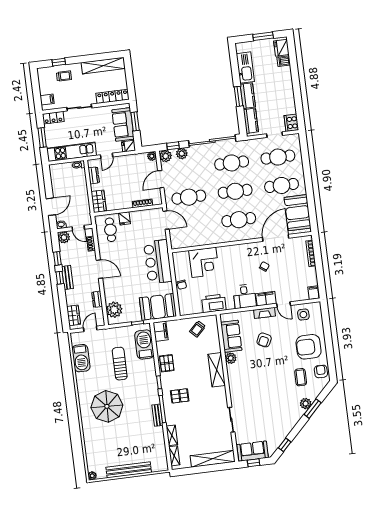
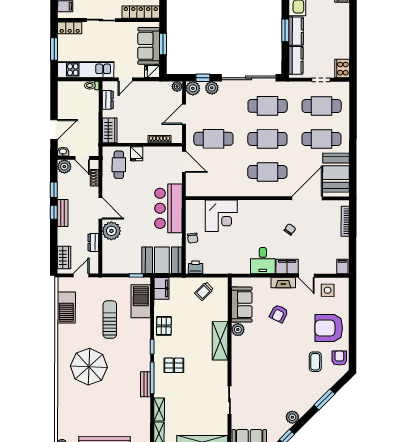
printer: (214, 303) -> (196, 267), moved, width x0.53, depth x0.68
plant: (114, 310) -> (111, 231), moved
plant: (306, 404) -> (292, 417), moved

